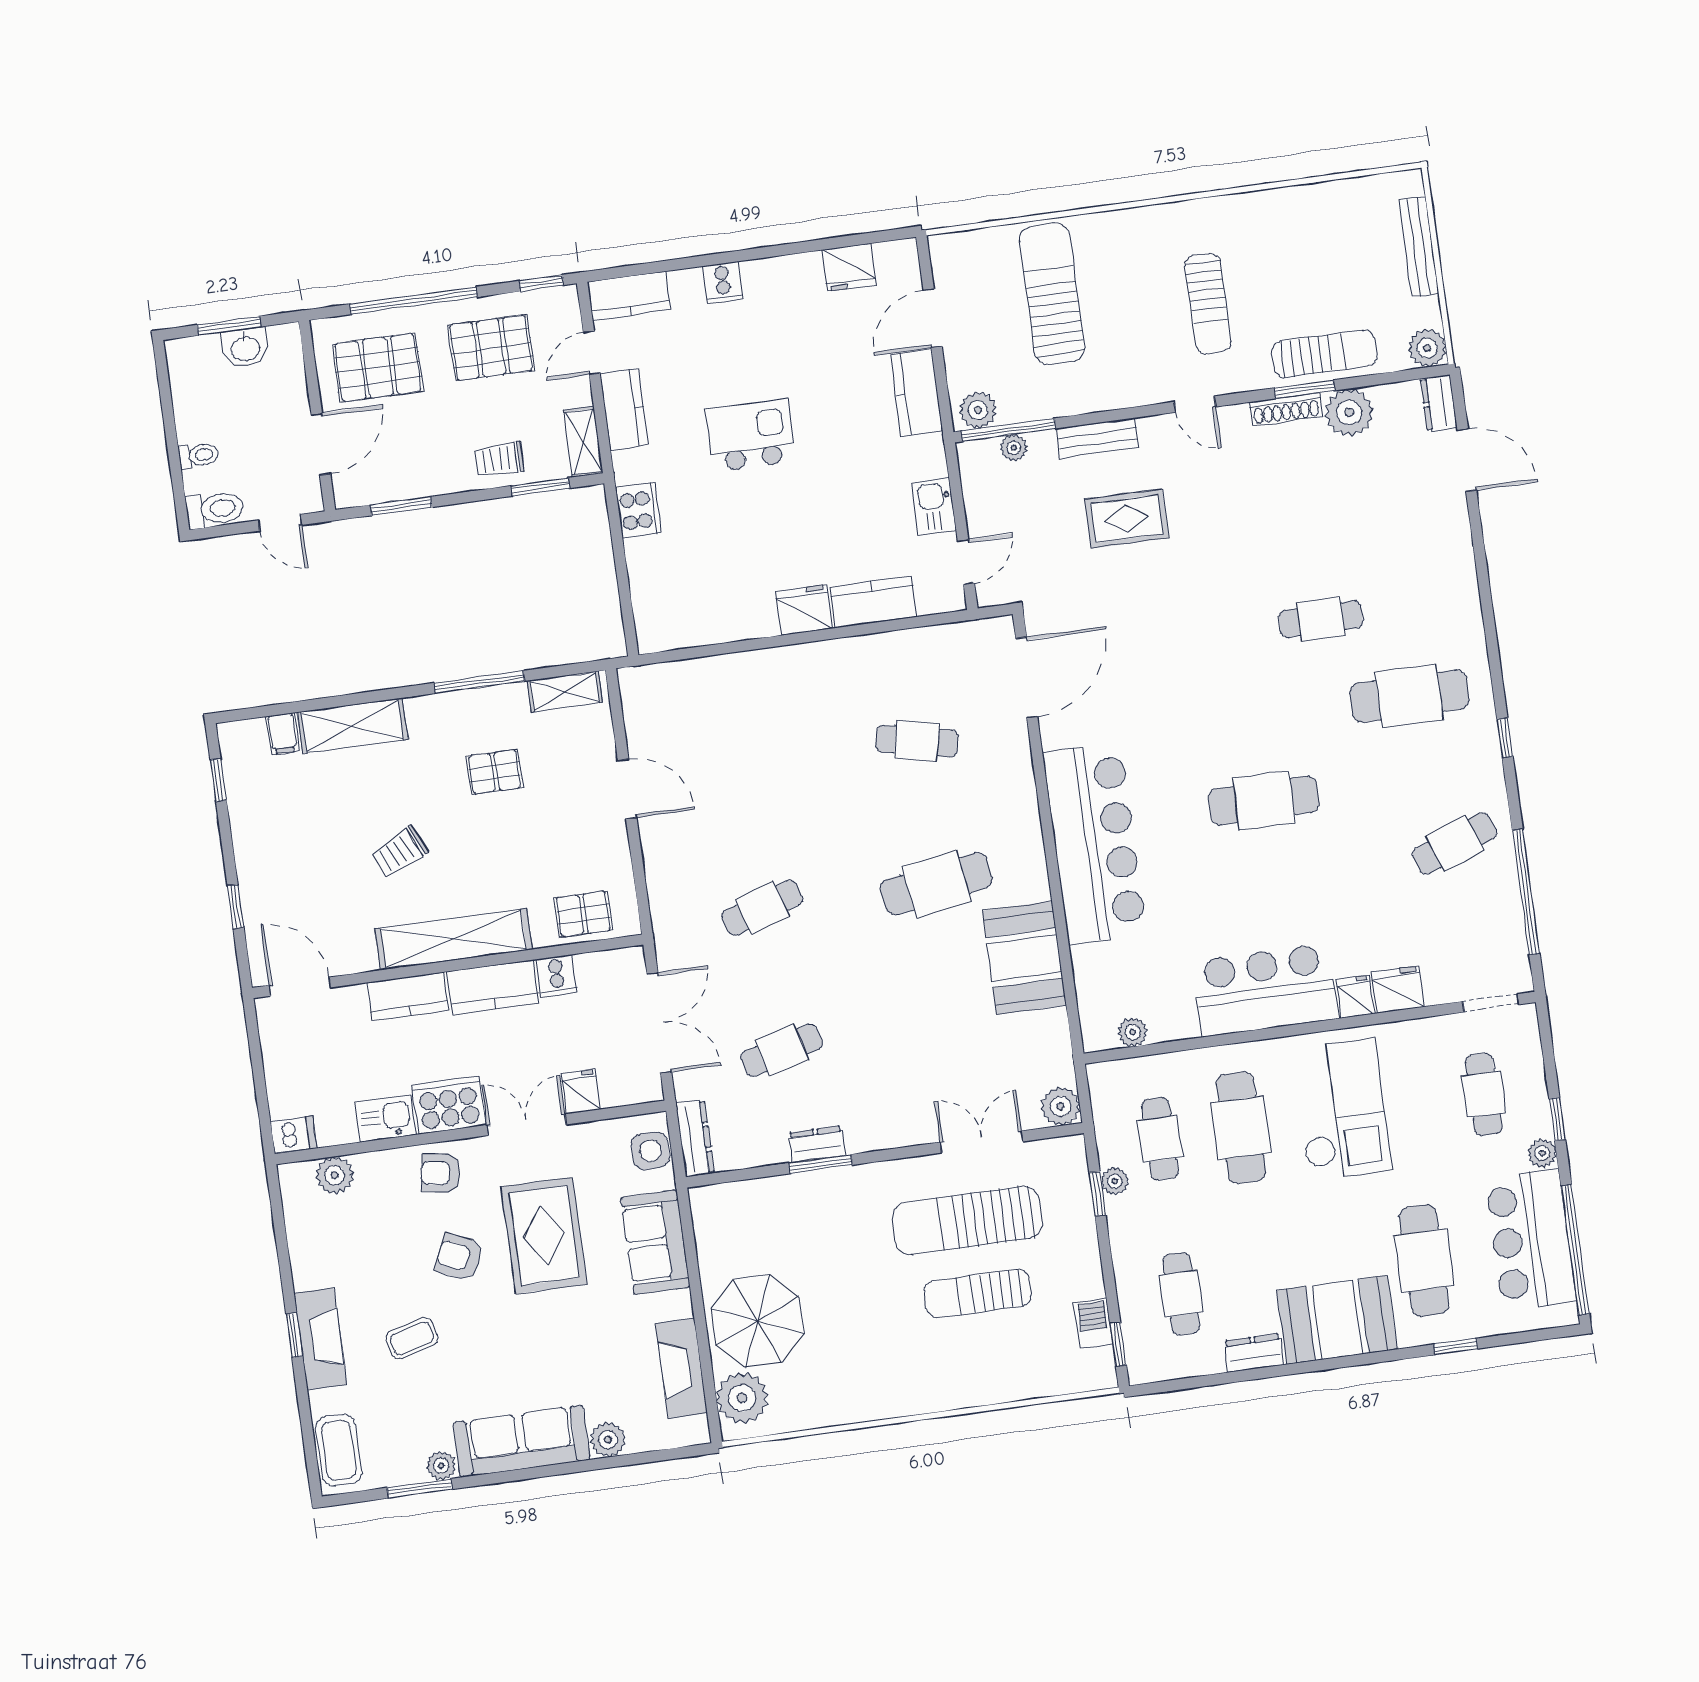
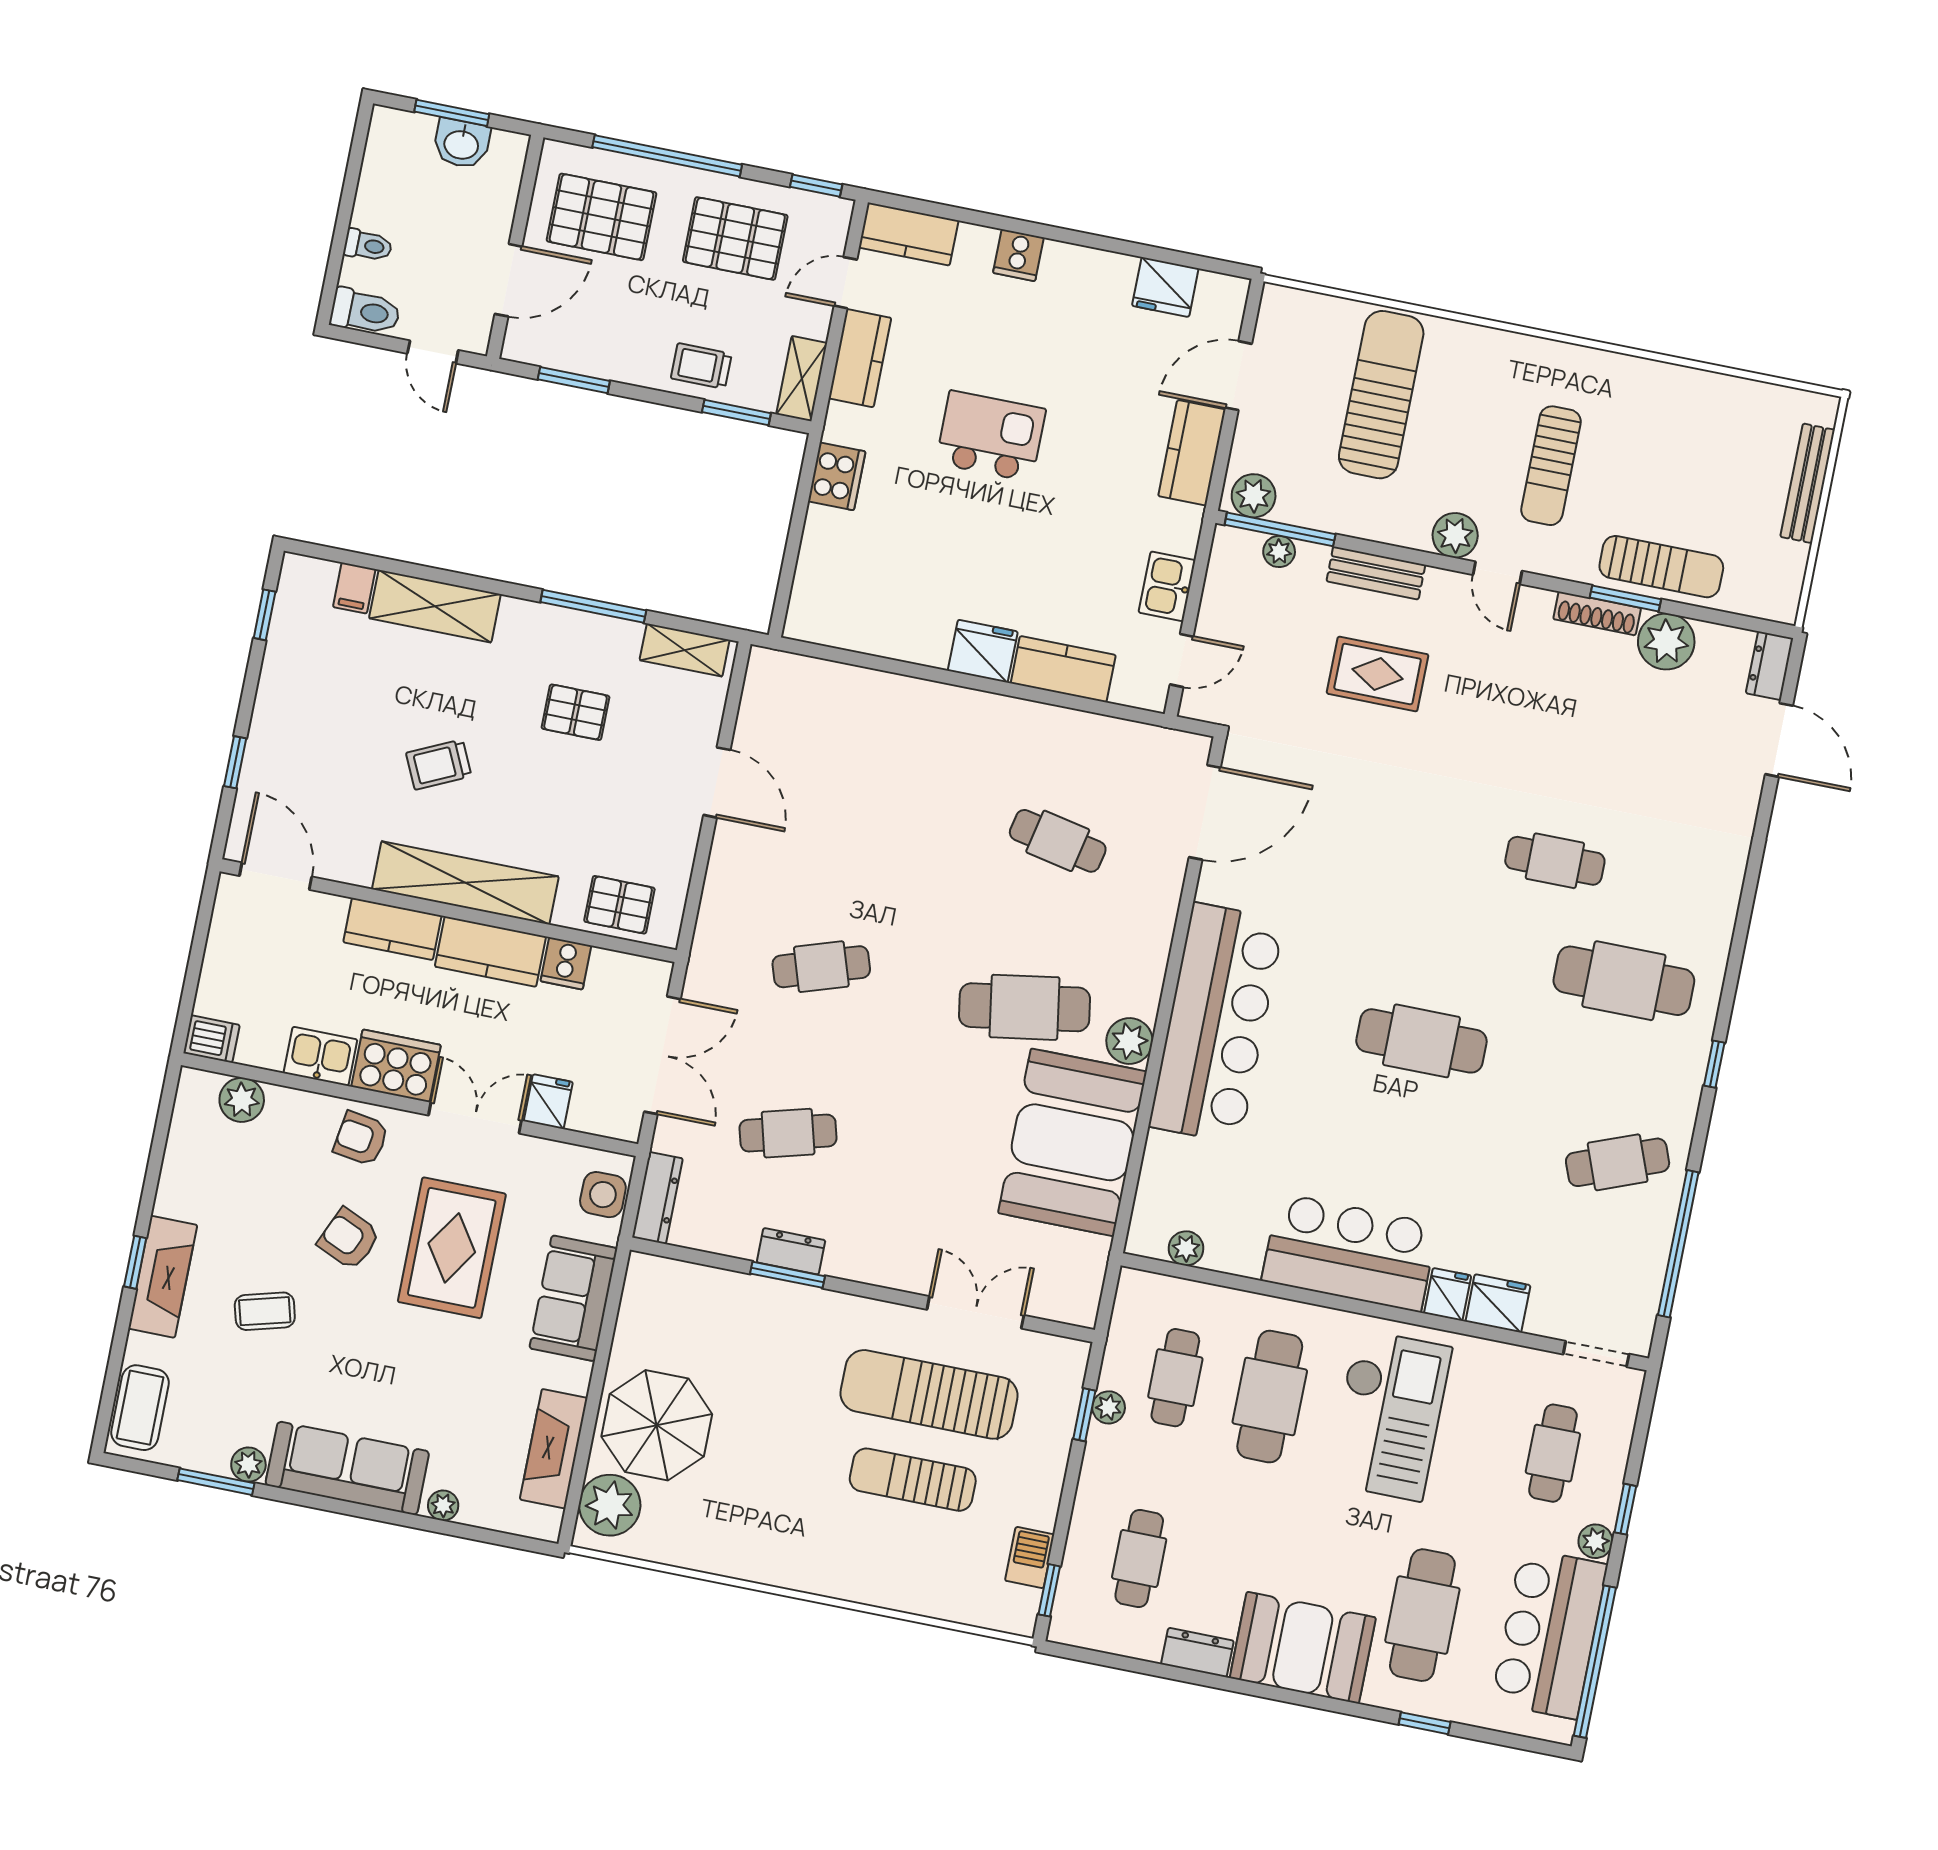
plant: (1427, 348) -> (1455, 535), moved
booth: (1024, 958) -> (1072, 1142), width x1.36, depth x1.42
plant: (1061, 1106) -> (1129, 1041), moved
plant: (608, 1440) -> (443, 1505), width x0.73, depth x0.73

